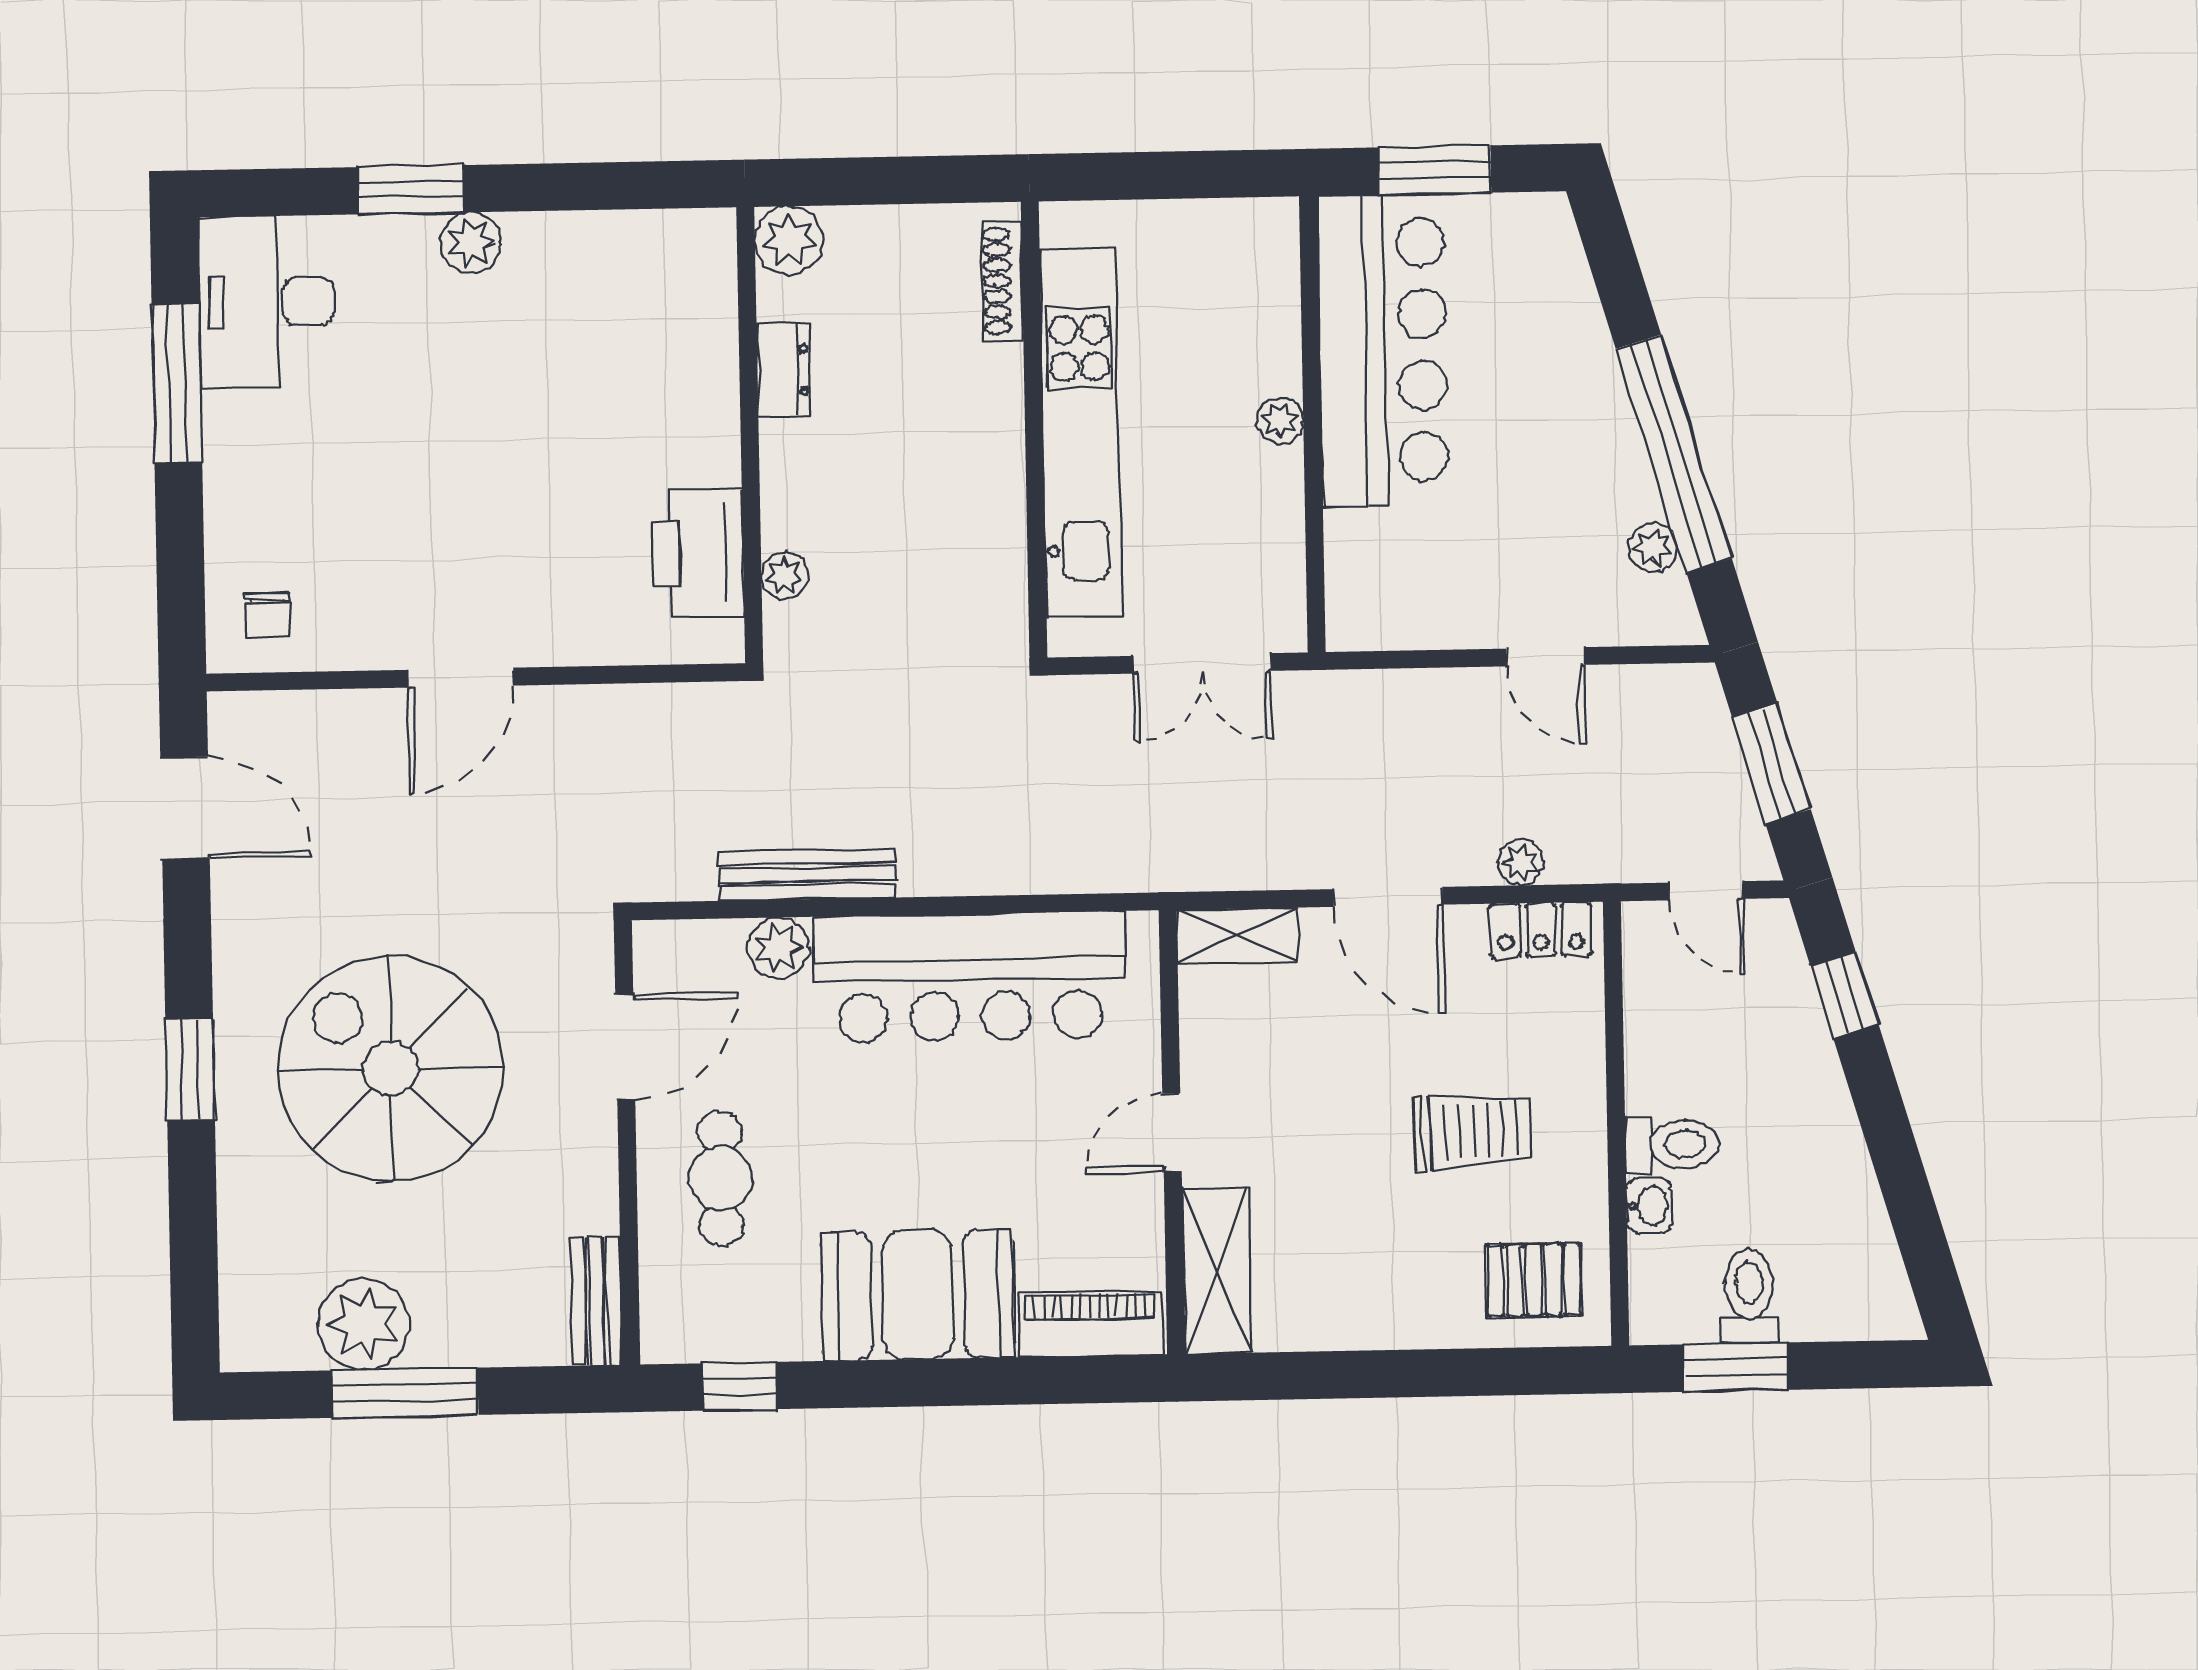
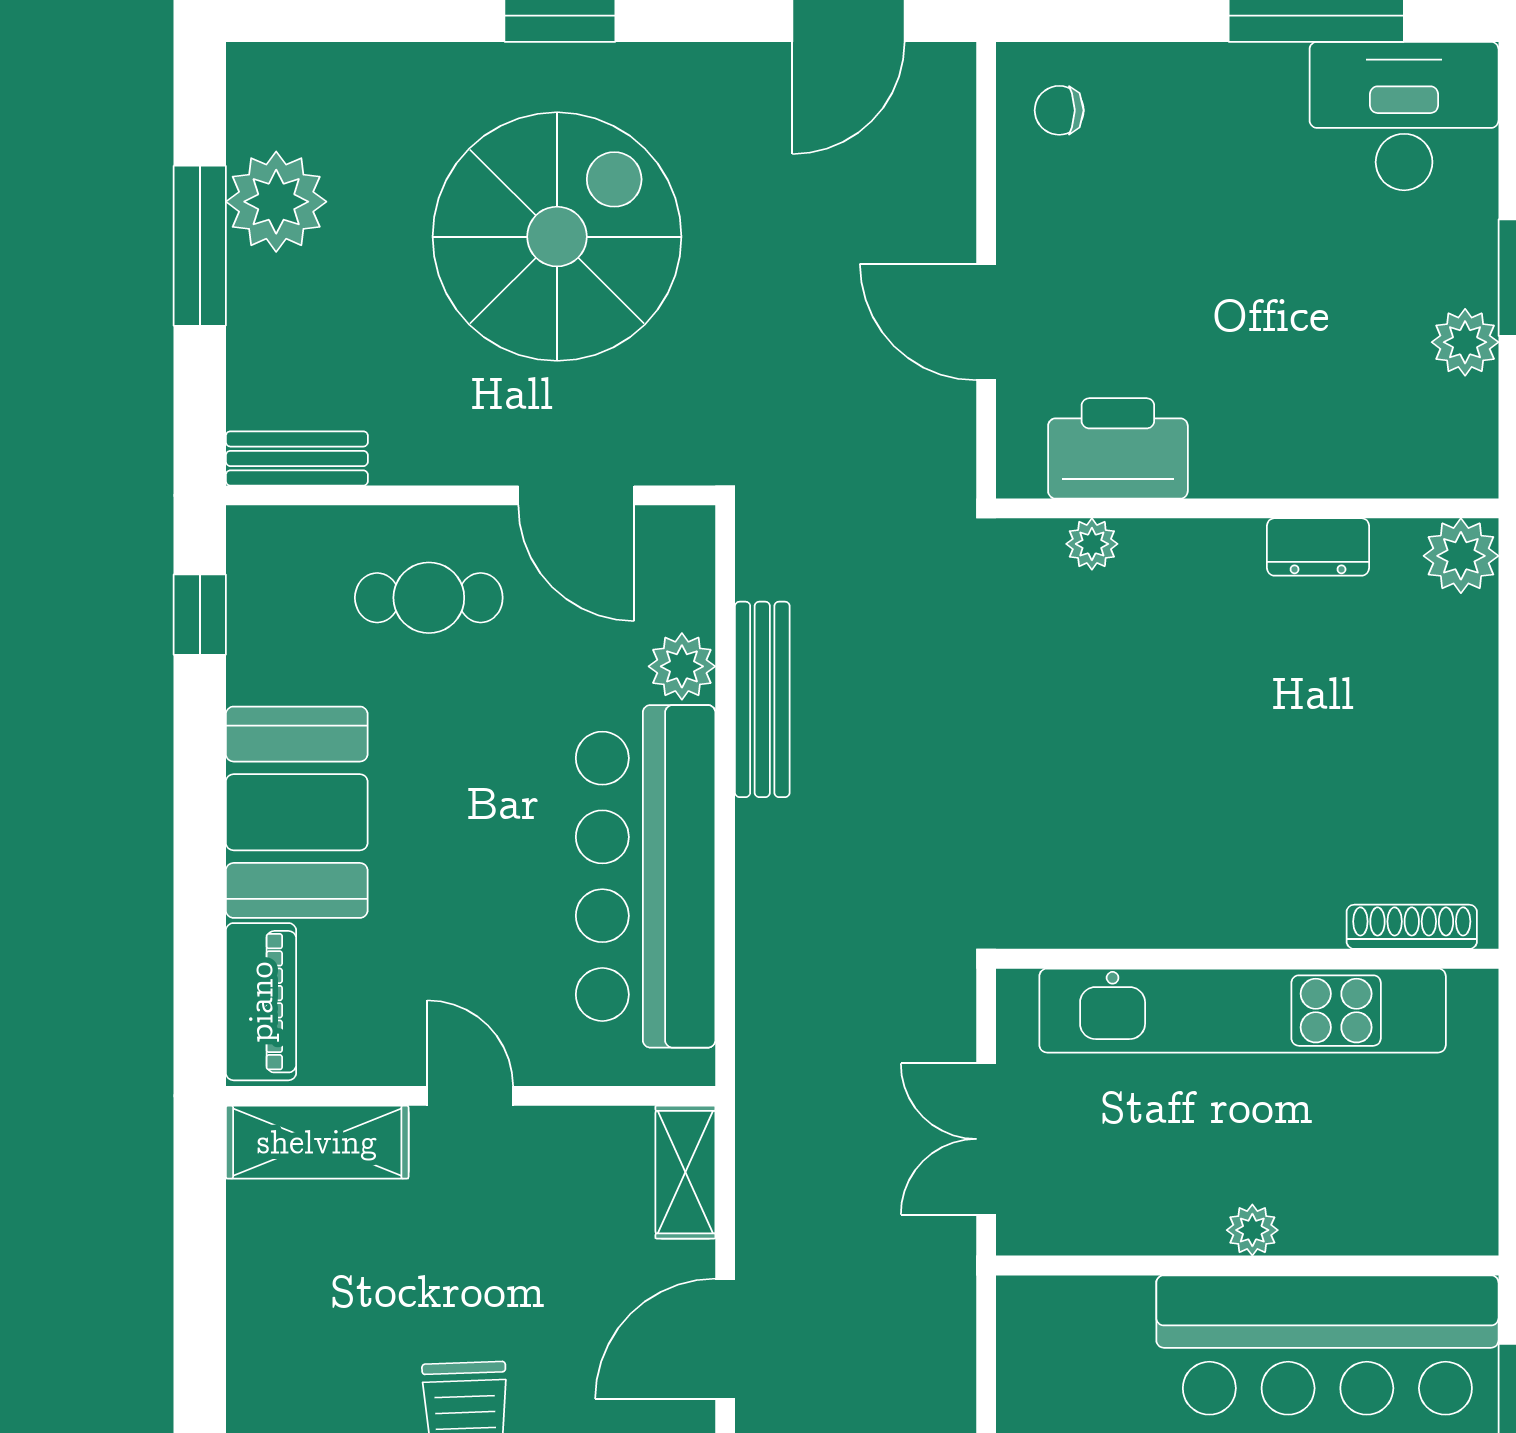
plant: (789, 240) -> (1461, 556), moved
dresser: (783, 370) -> (1318, 547), moved
wall: (750, 435) -> (1247, 508), moved
printer: (697, 554) -> (1118, 448), moved
plant: (785, 575) -> (1092, 544), moved

